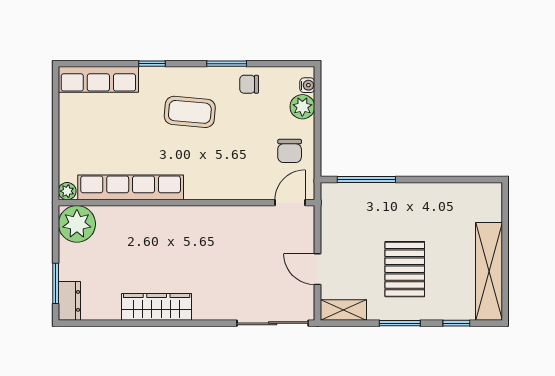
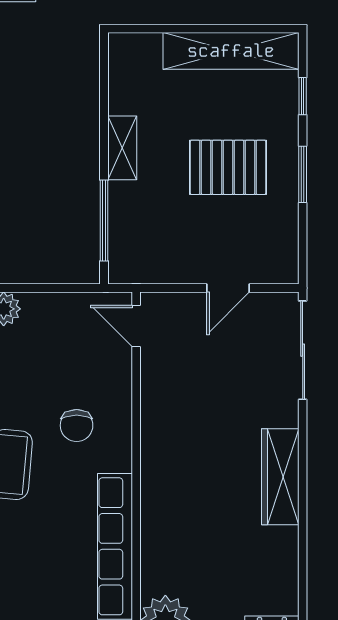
chair: (290, 151) -> (77, 425), moved, turned 90
wardrobe: (157, 307) -> (280, 477), moved
shelving: (343, 310) -> (122, 148), moved

